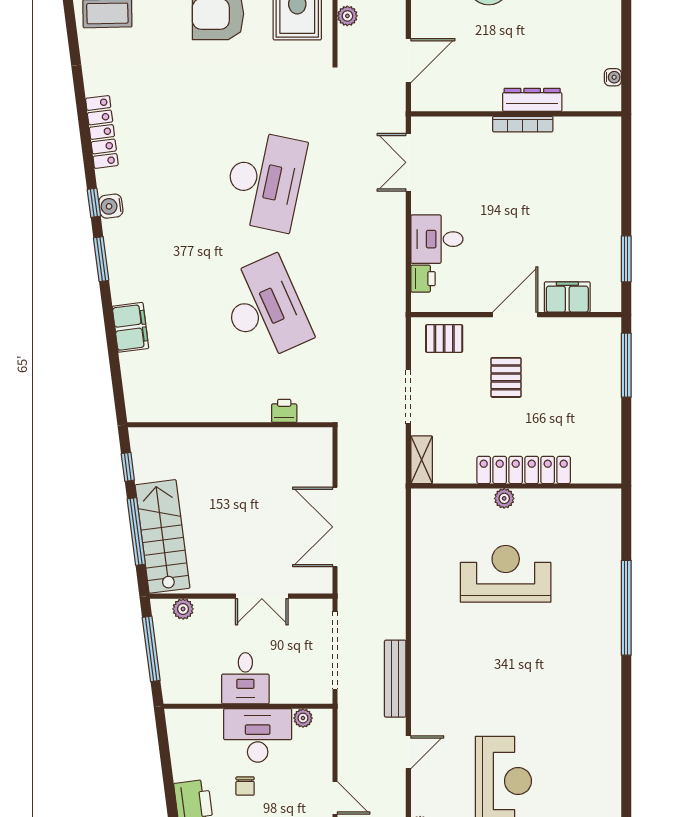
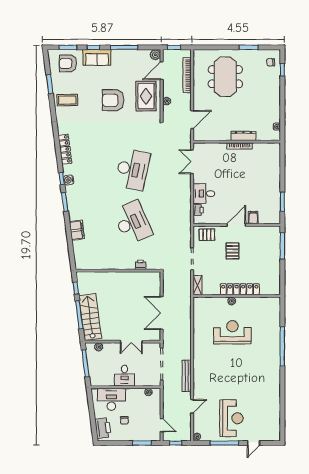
filing cabinet: (567, 297) -> (253, 218), width x0.50
desk: (258, 735) -> (111, 399), moved

